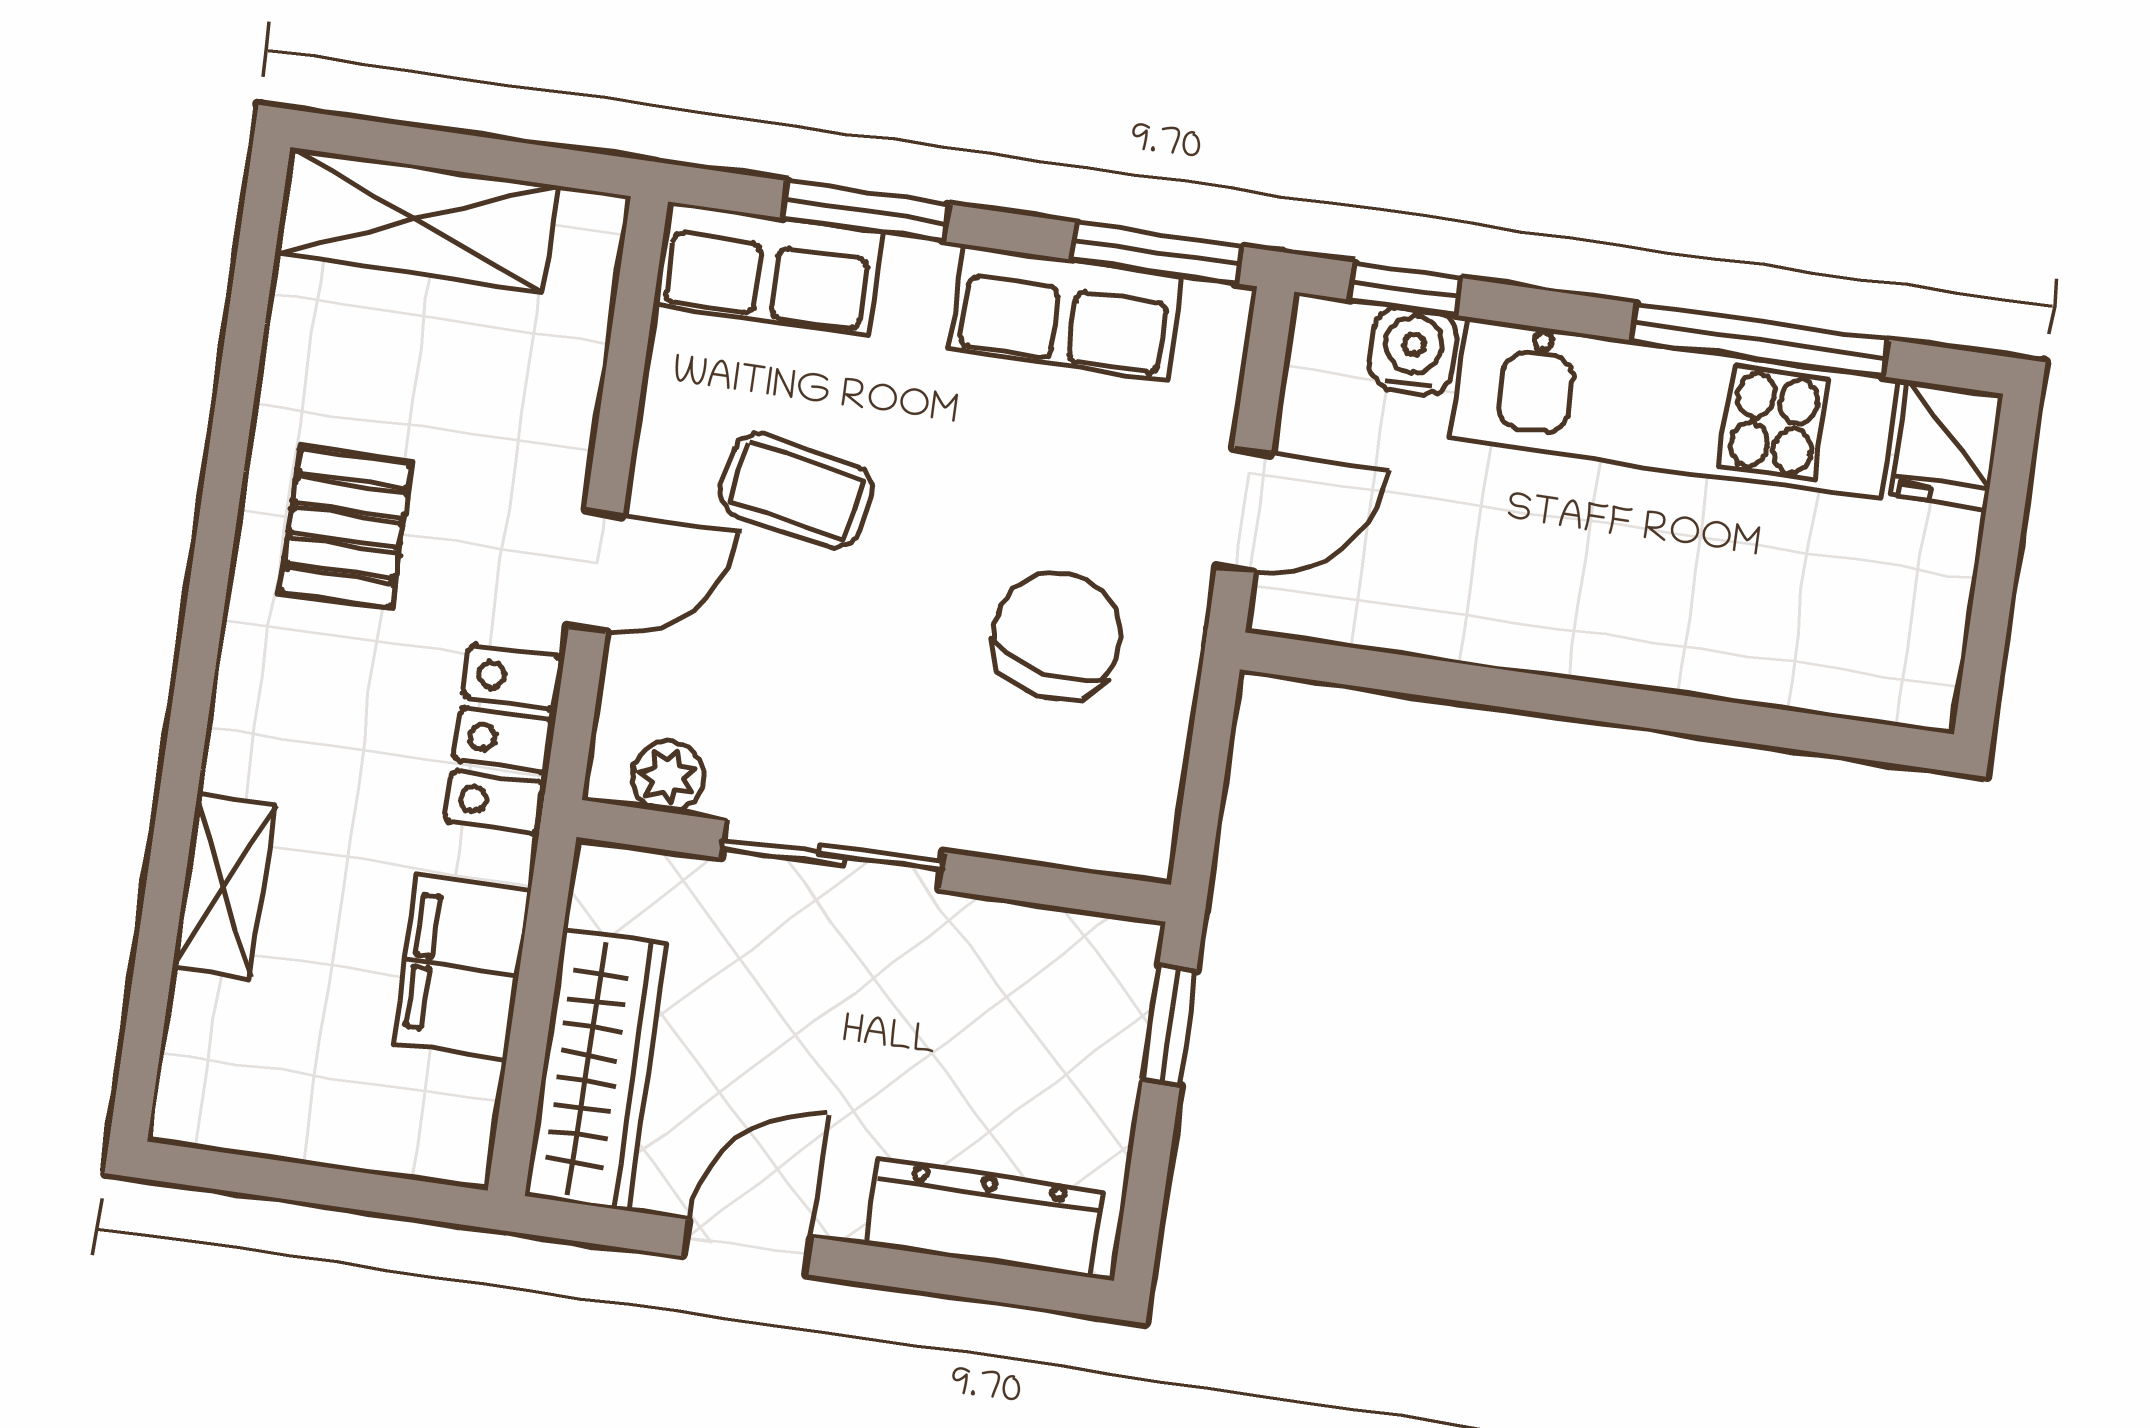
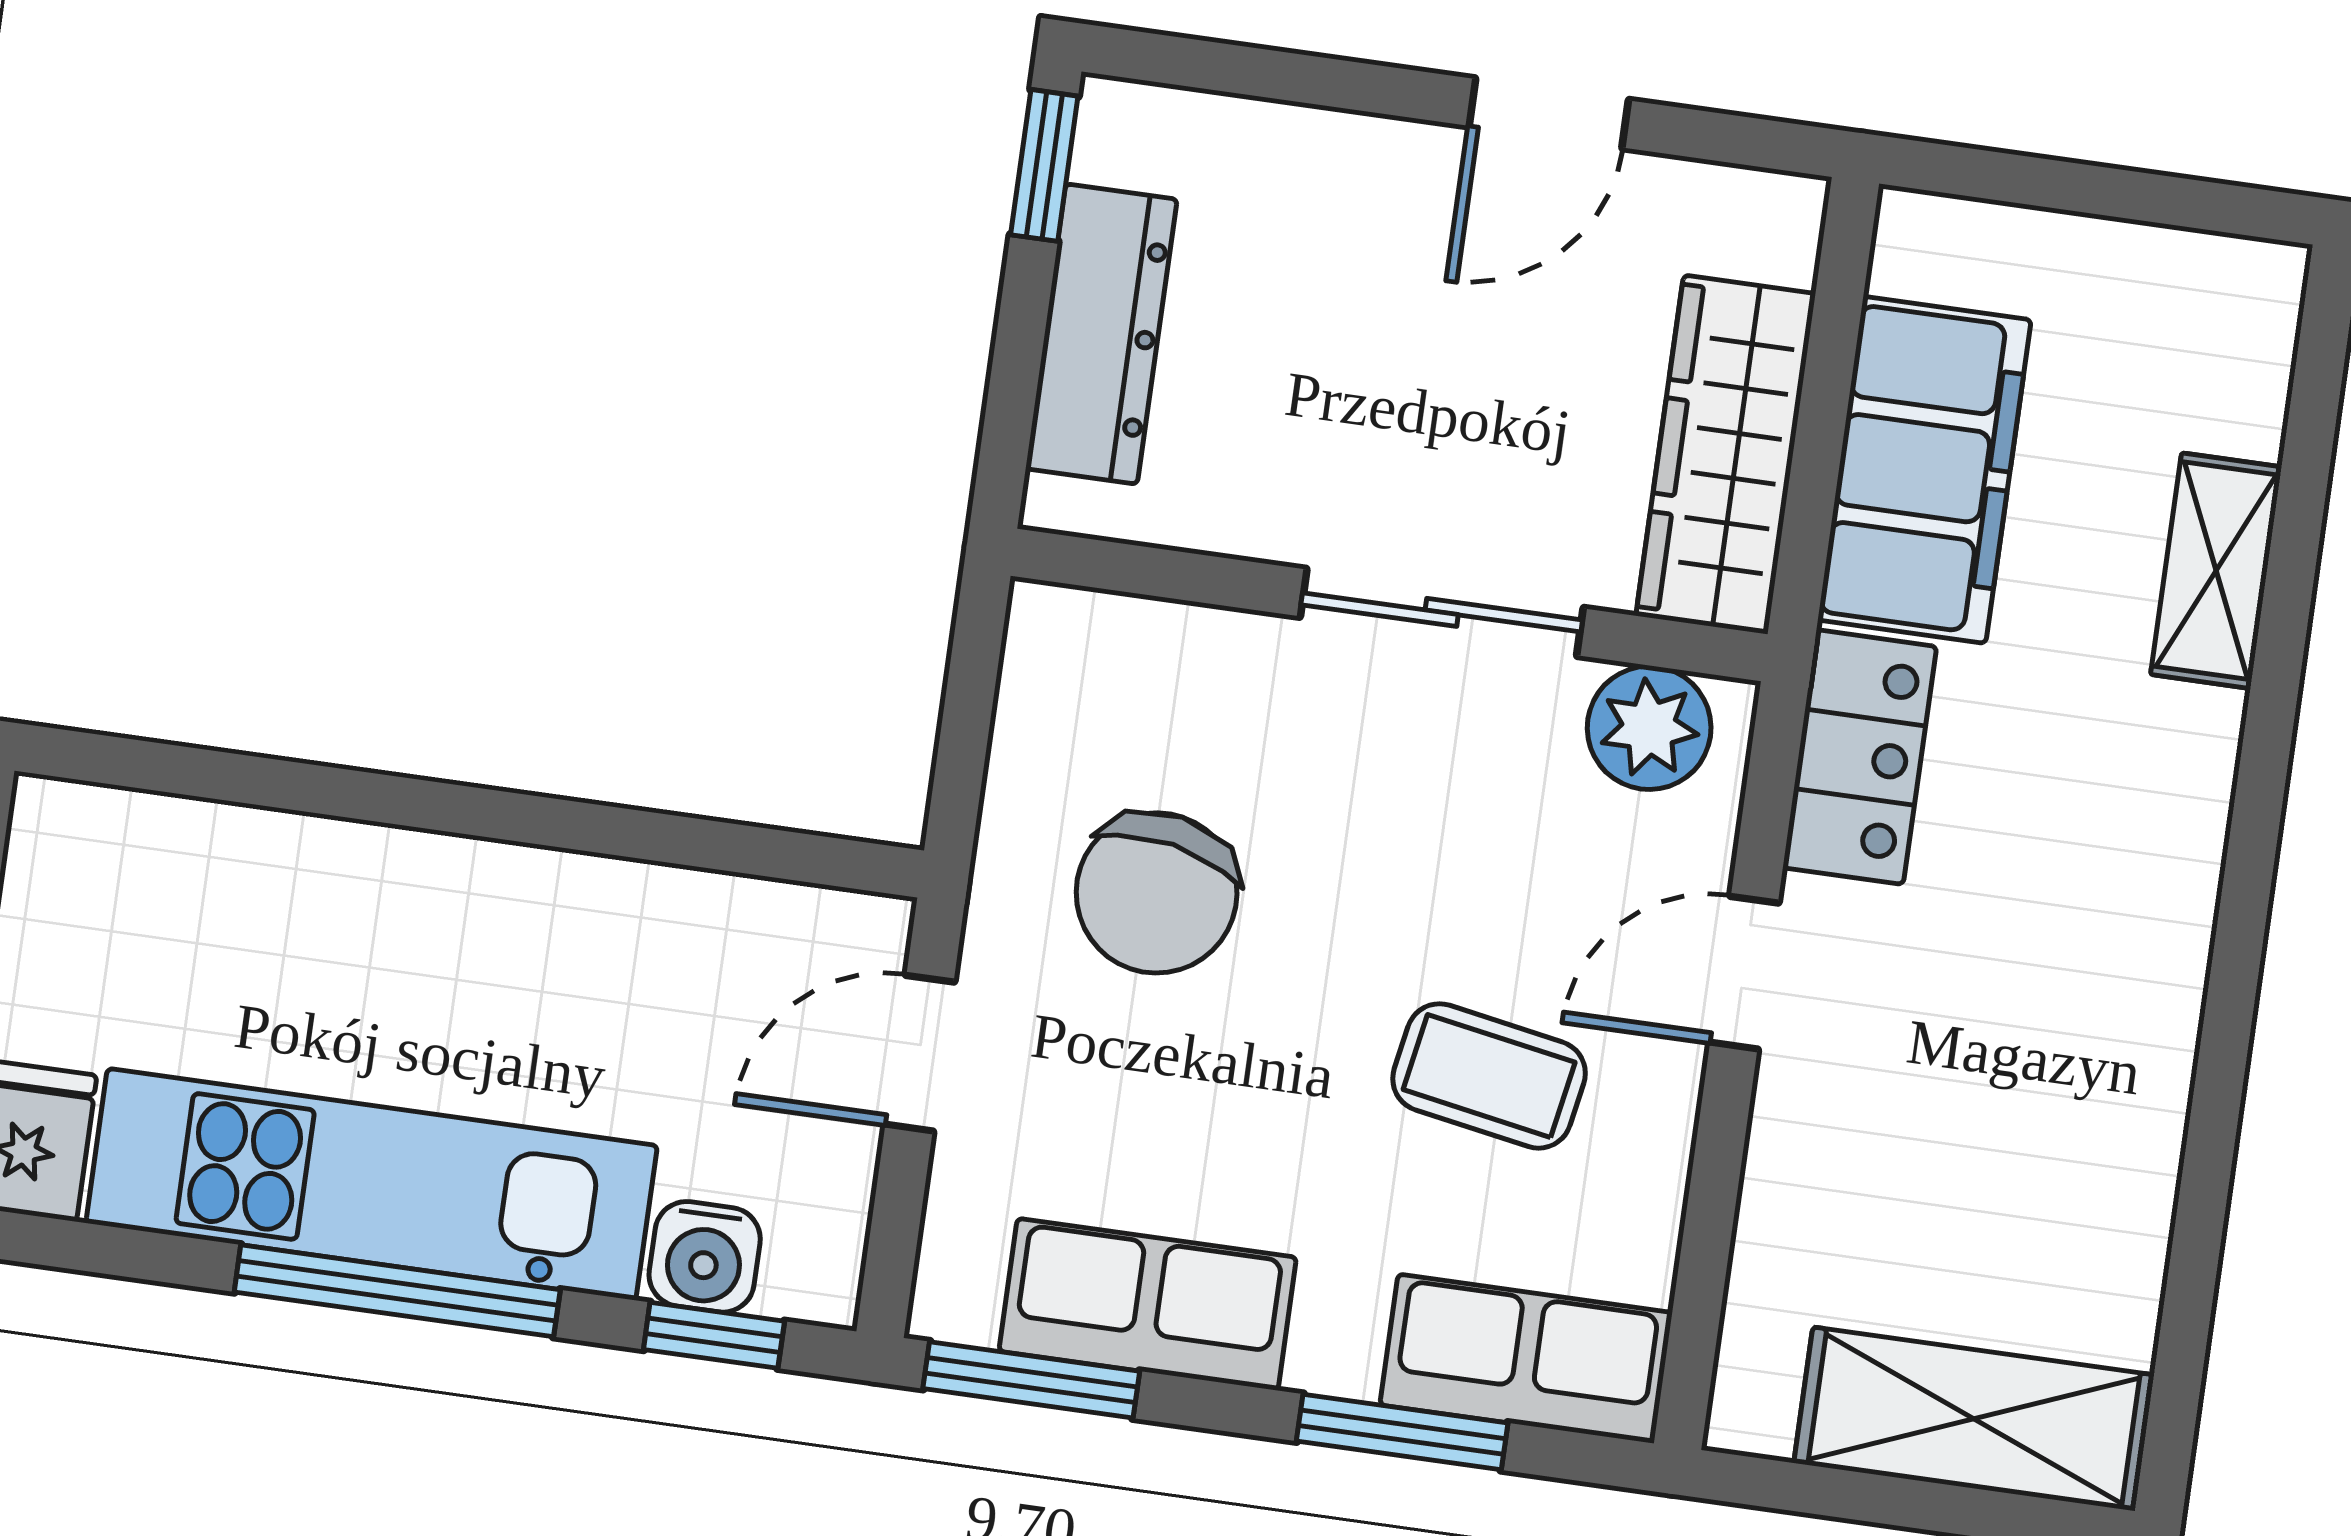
window: (1760, 340) -> (397, 1291), moved
pallet: (346, 528) -> (2063, 1027), removed
plant: (668, 777) -> (1649, 728), width x1.38, depth x1.38
filing cabinet: (462, 967) -> (1924, 470), width x1.50, depth x1.17
window: (1170, 1025) -> (1044, 165), moved
wardrobe: (596, 1070) -> (1726, 455), moved
dresser: (984, 1218) -> (1101, 334), moved, turned -90

